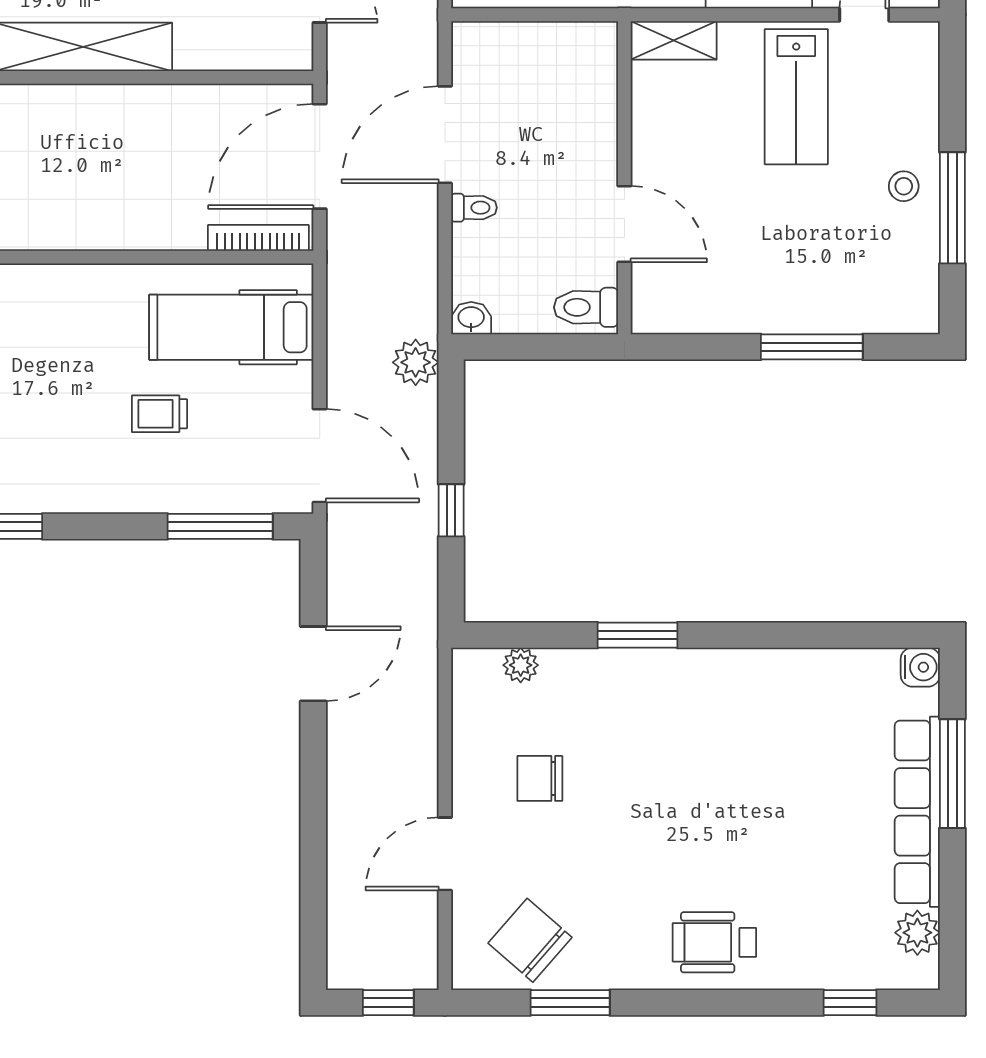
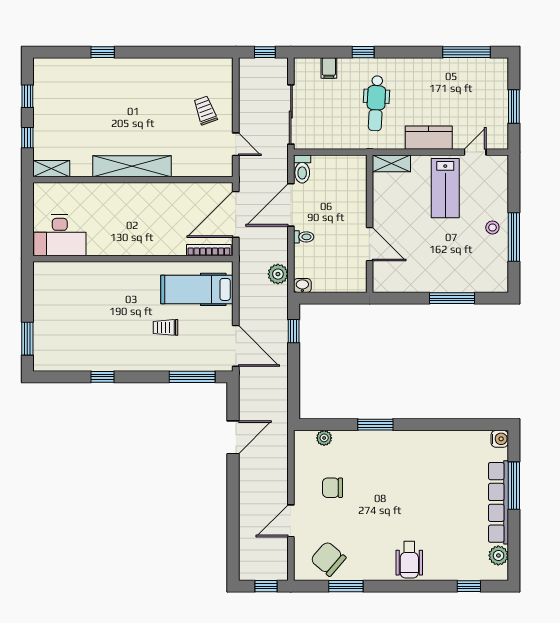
toilet: (586, 307) -> (302, 169), moved, turned -90
plant: (416, 362) -> (278, 274), moved
window: (451, 510) -> (294, 331), moved
wheelchair: (714, 942) -> (409, 560), turned -90

